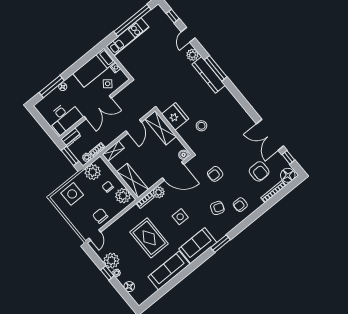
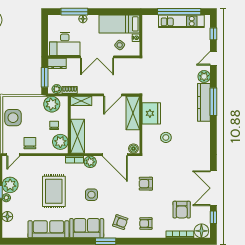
kitchen unit: (127, 37) -> (181, 21), moved
side table: (72, 194) -> (13, 118), moved
armchair: (217, 208) -> (120, 222), moved

